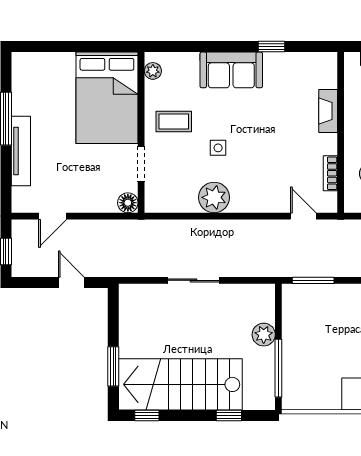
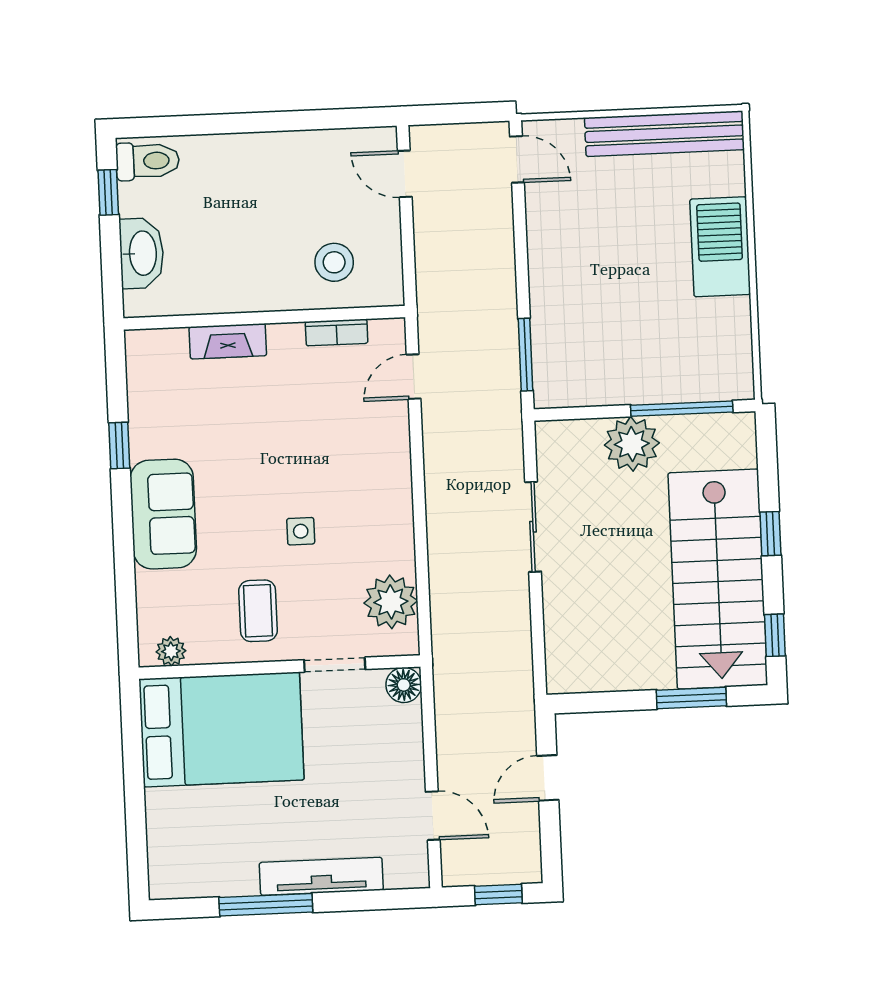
plant: (214, 197) -> (391, 602), moved
sliding door: (194, 280) -> (533, 527), moved
plant: (264, 335) -> (632, 444), width x1.36, depth x1.36
window: (229, 416) -> (770, 534), moved

